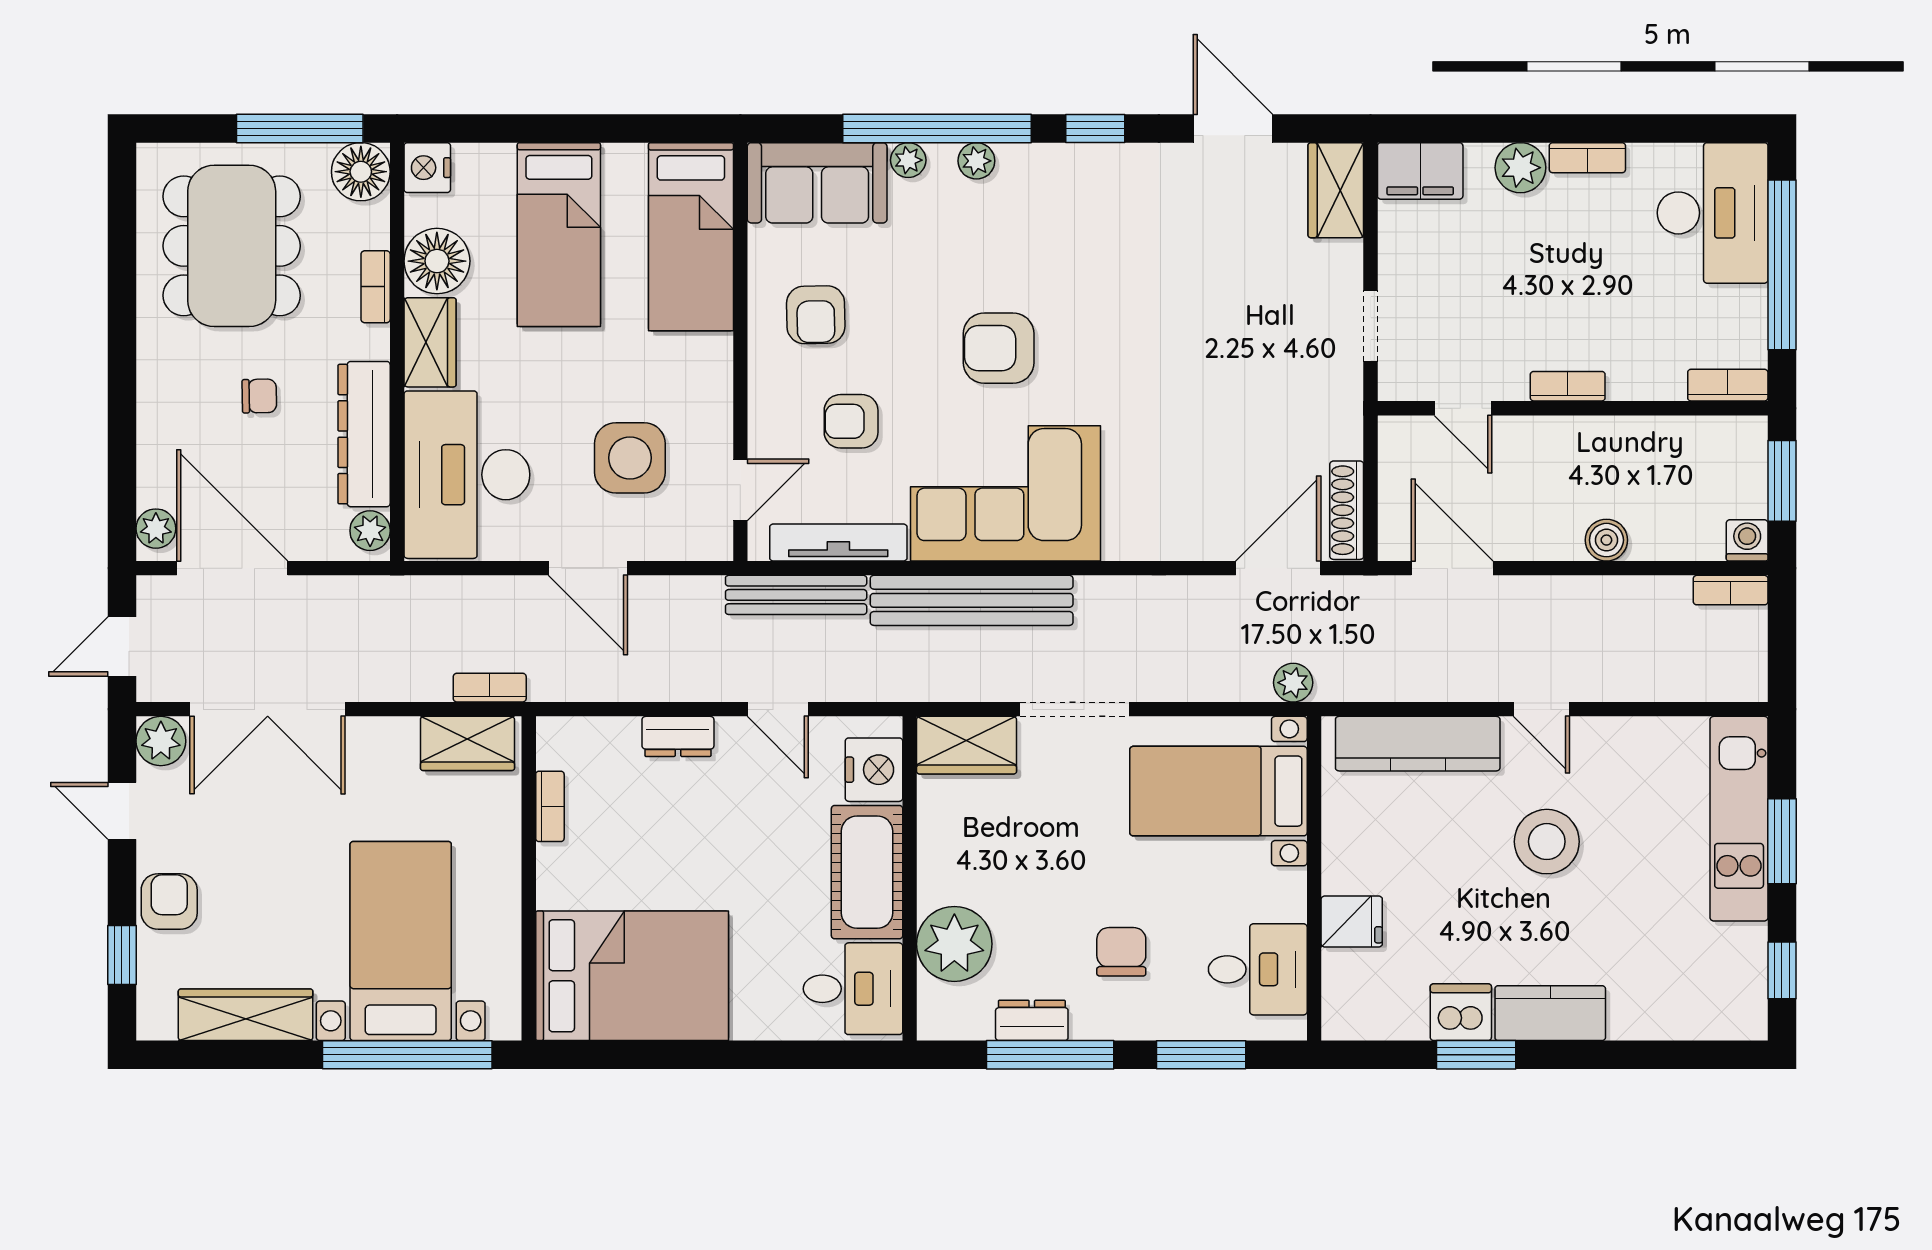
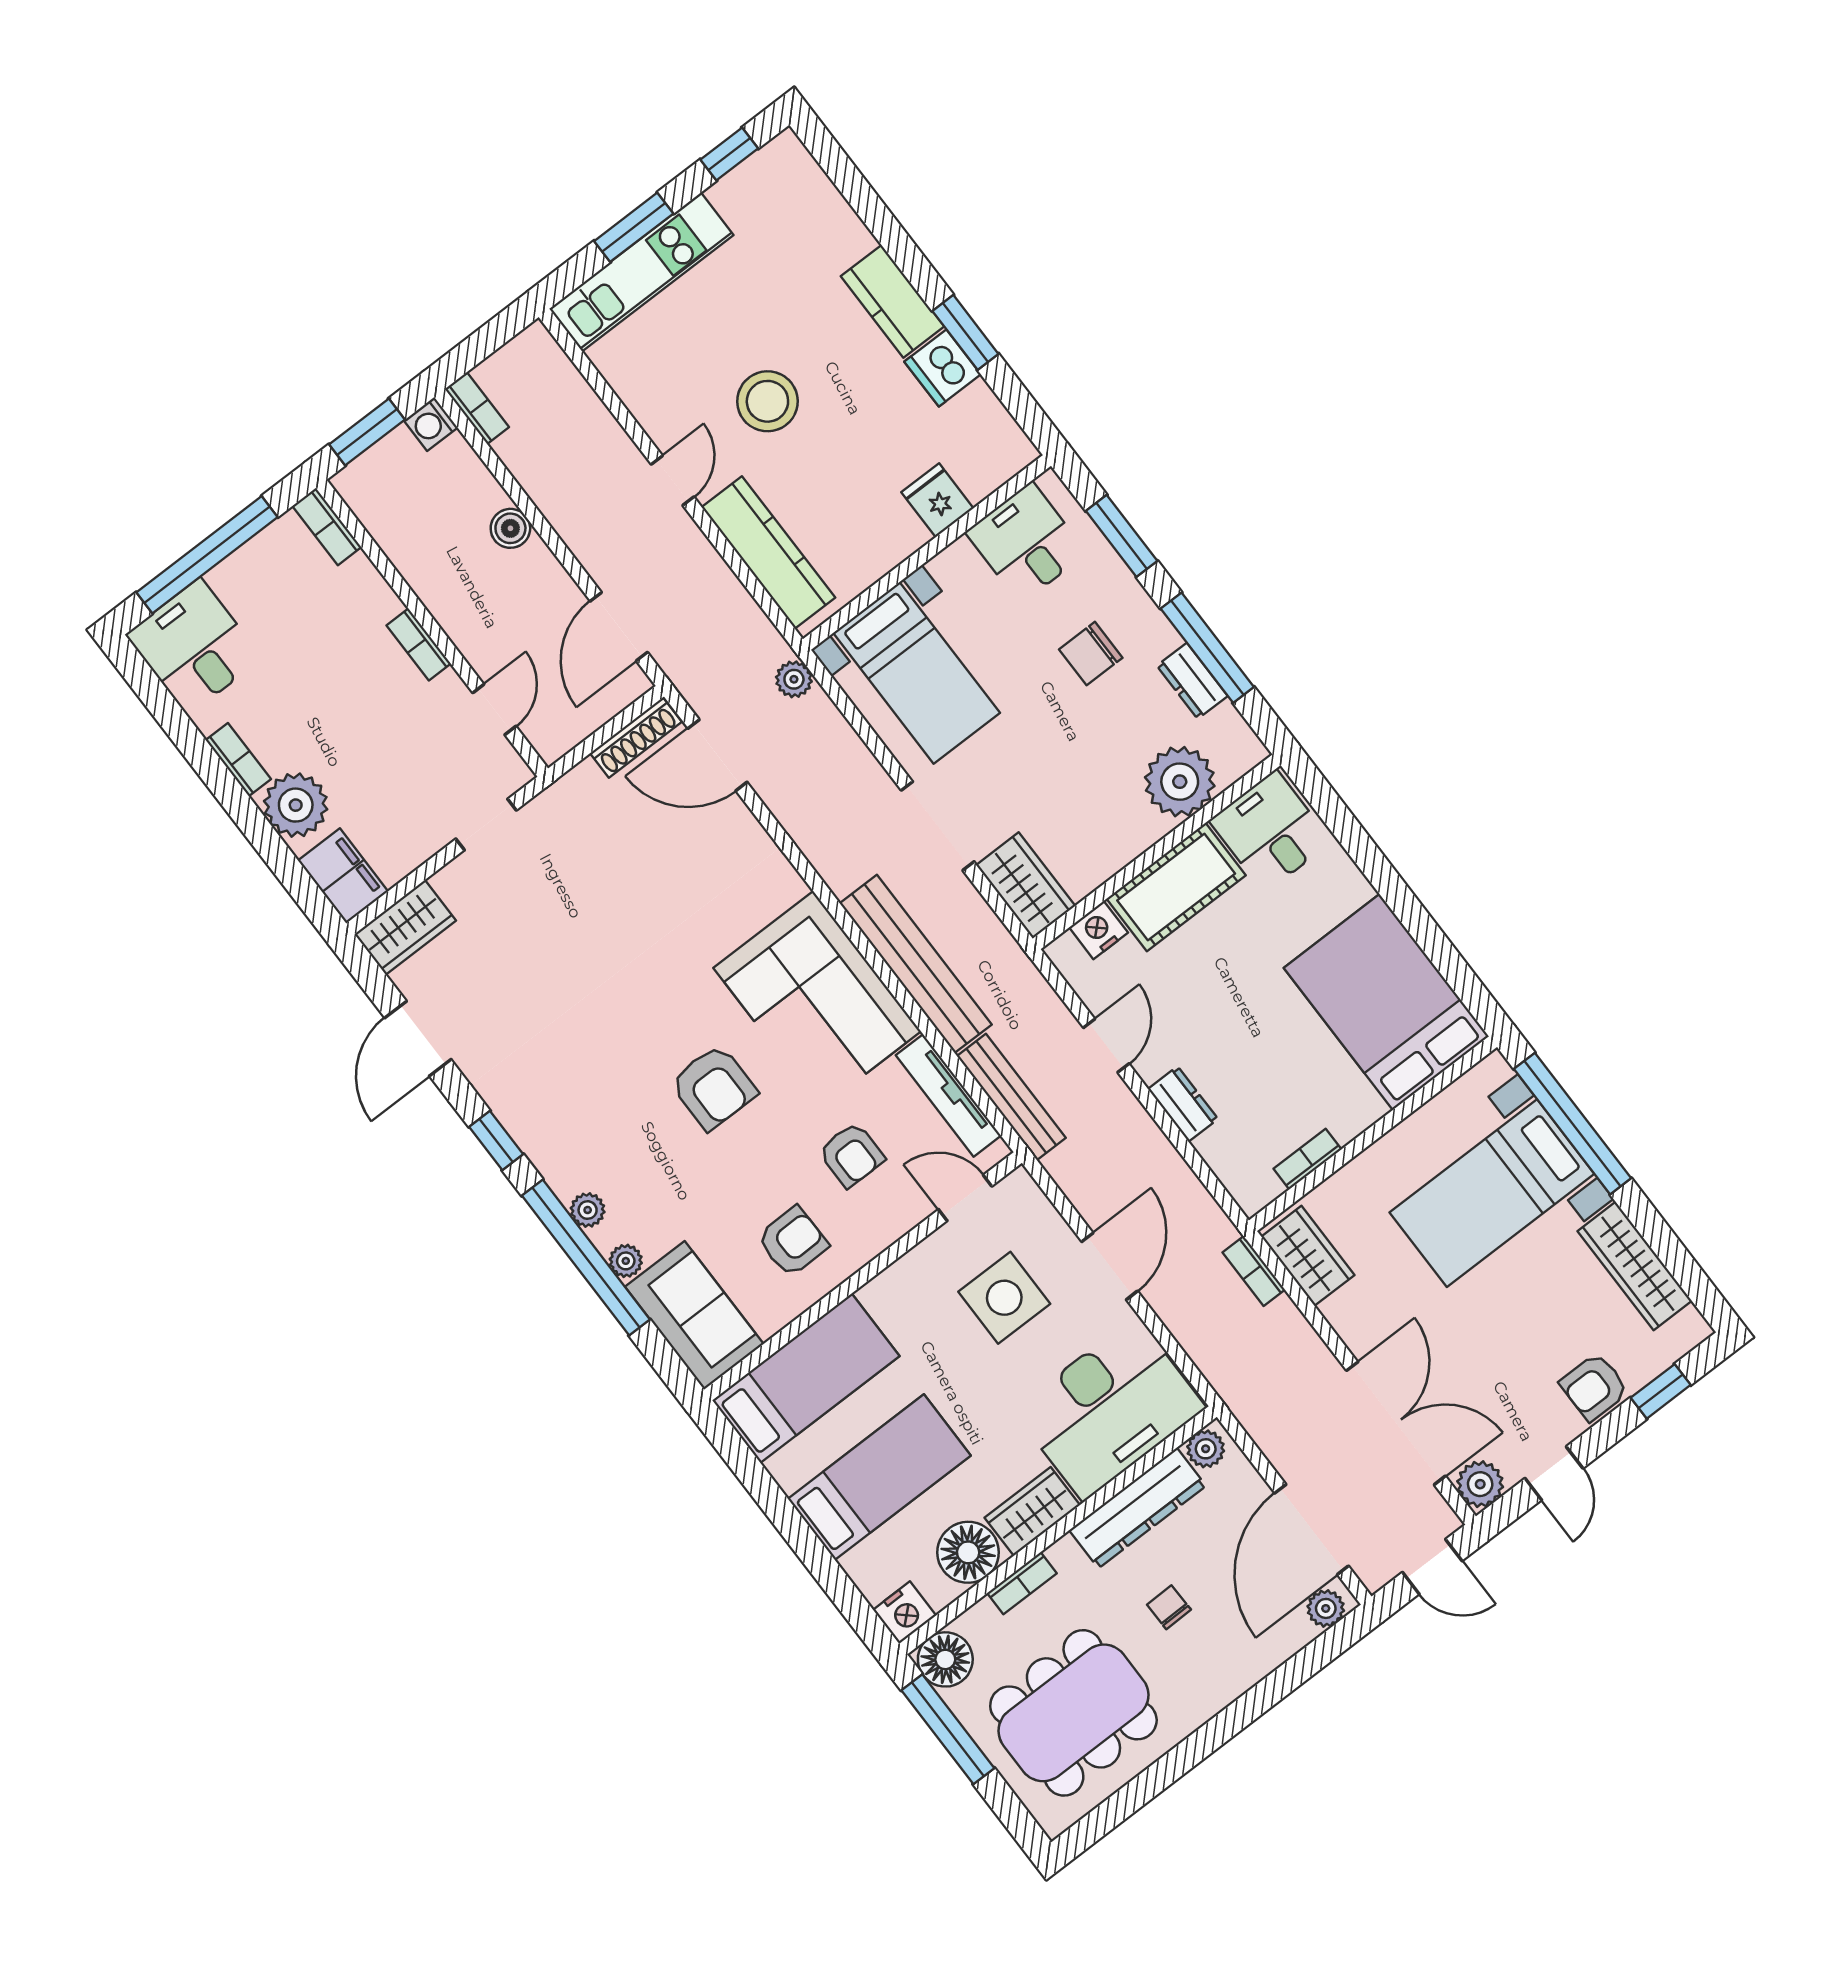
plant: (1520, 168) -> (296, 805), width x1.36, depth x1.36
desk: (1713, 213) -> (194, 646), width x0.73
nightstand: (874, 770) -> (1099, 930), width x0.74, depth x0.75

